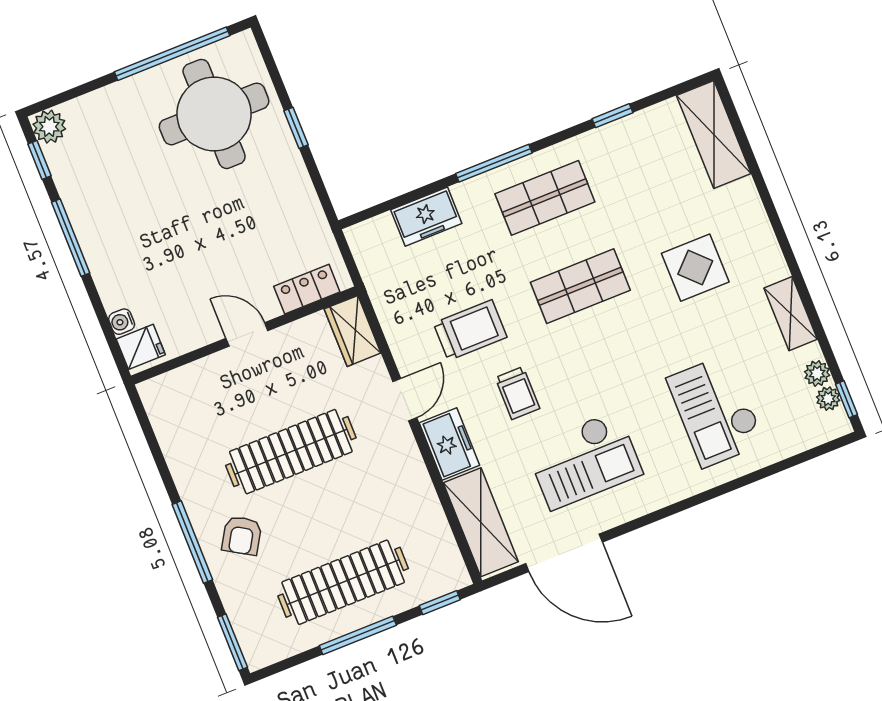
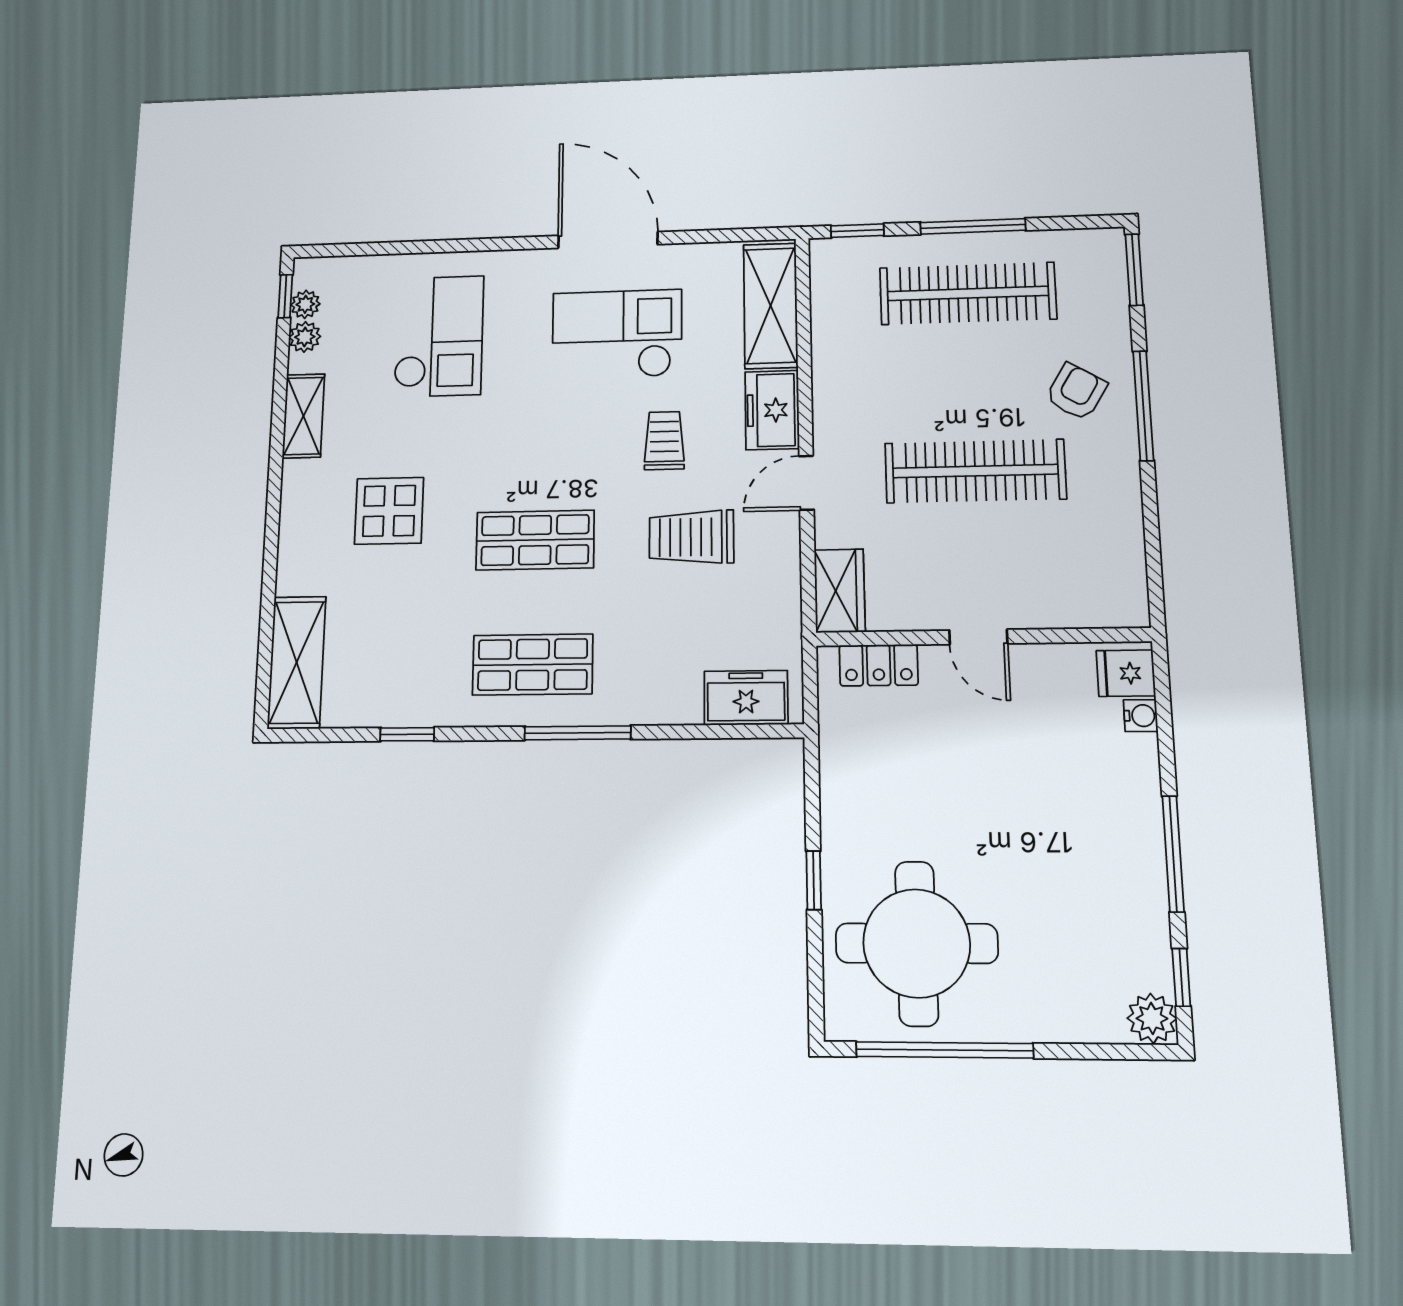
freezer: (426, 217) -> (746, 698), moved
door: (564, 553) -> (608, 240), moved

